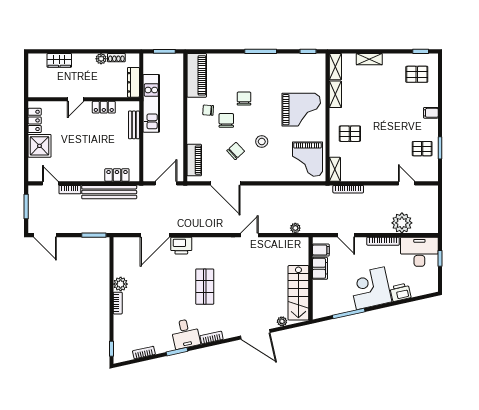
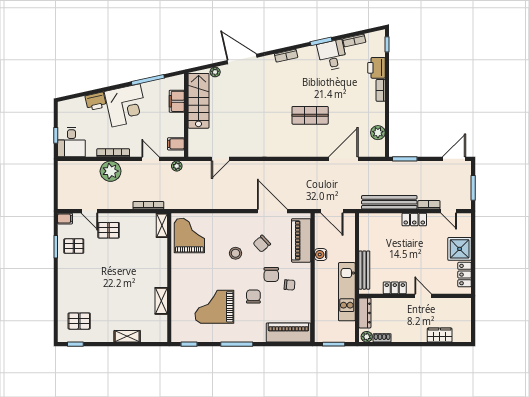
plant: (101, 59) -> (367, 337), moved
shelving: (335, 67) -> (161, 329), removed
piano: (197, 75) -> (288, 333), moved, turned 90
door: (76, 99) -> (423, 296), hinge flipped
chair: (244, 99) -> (253, 297), turned 180
grand piano: (301, 110) -> (214, 307), moved
filing cabinet: (431, 113) -> (65, 219), moved
bench: (134, 125) -> (364, 270), width x1.36
pallet: (350, 134) -> (109, 230), moved
water cooler: (177, 140) -> (321, 255), added
piano: (194, 160) -> (301, 240), width x1.37, depth x1.33
locker: (117, 175) -> (414, 220), moved
door: (166, 183) -> (332, 211), hinge flipped
plant: (402, 223) -> (111, 171), moved
plant: (295, 228) -> (177, 166), moved
door: (45, 235) -> (454, 159), hinge flipped
door: (249, 235) -> (220, 159), moved
printer: (181, 246) -> (376, 68), moved, turned -90
desk: (419, 252) -> (71, 142), width x0.73
filing cabinet: (320, 268) -> (177, 101), moved
plant: (121, 284) -> (378, 133), moved
shop shelf: (205, 287) -> (310, 115), moved, turned 90
desk: (185, 334) -> (332, 55), moved

